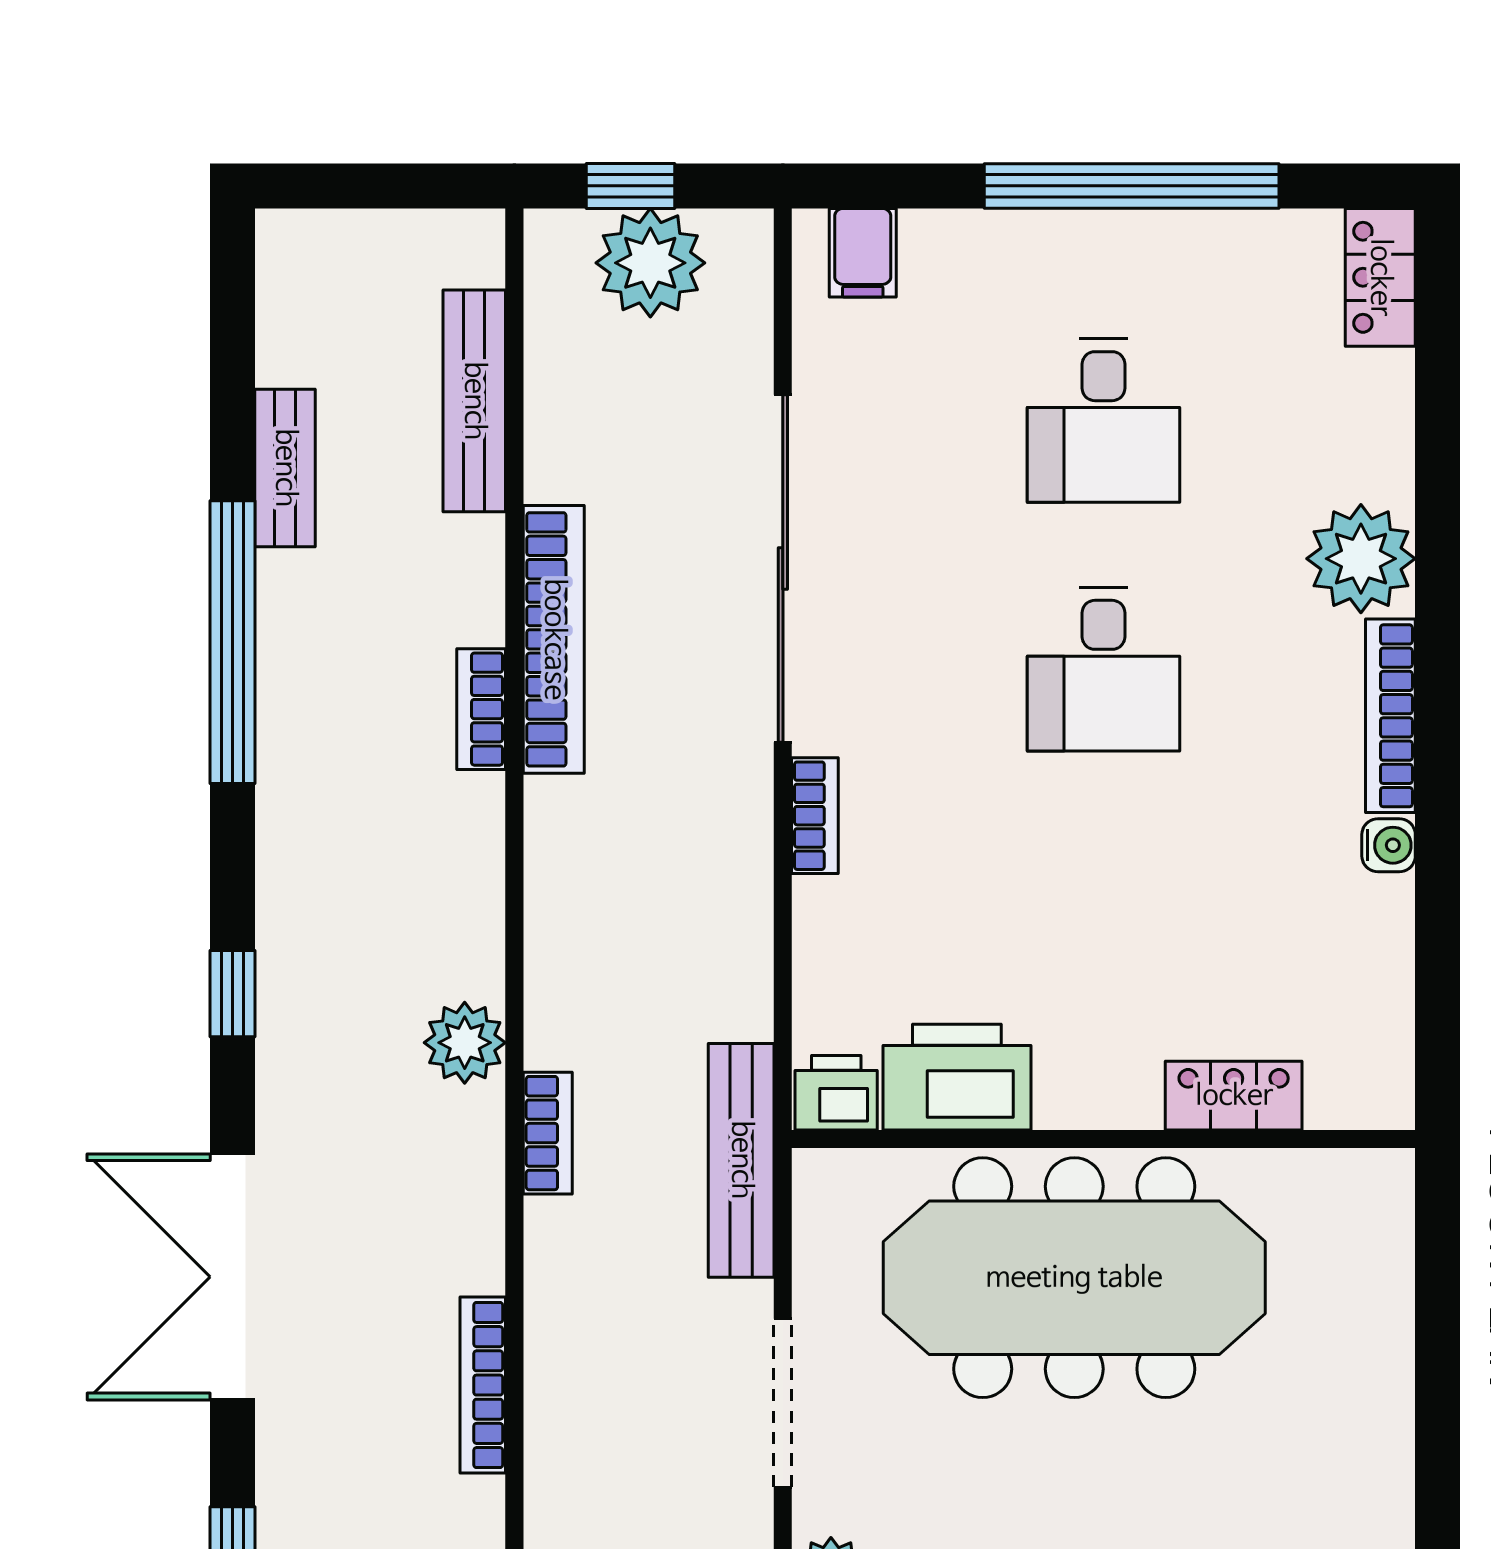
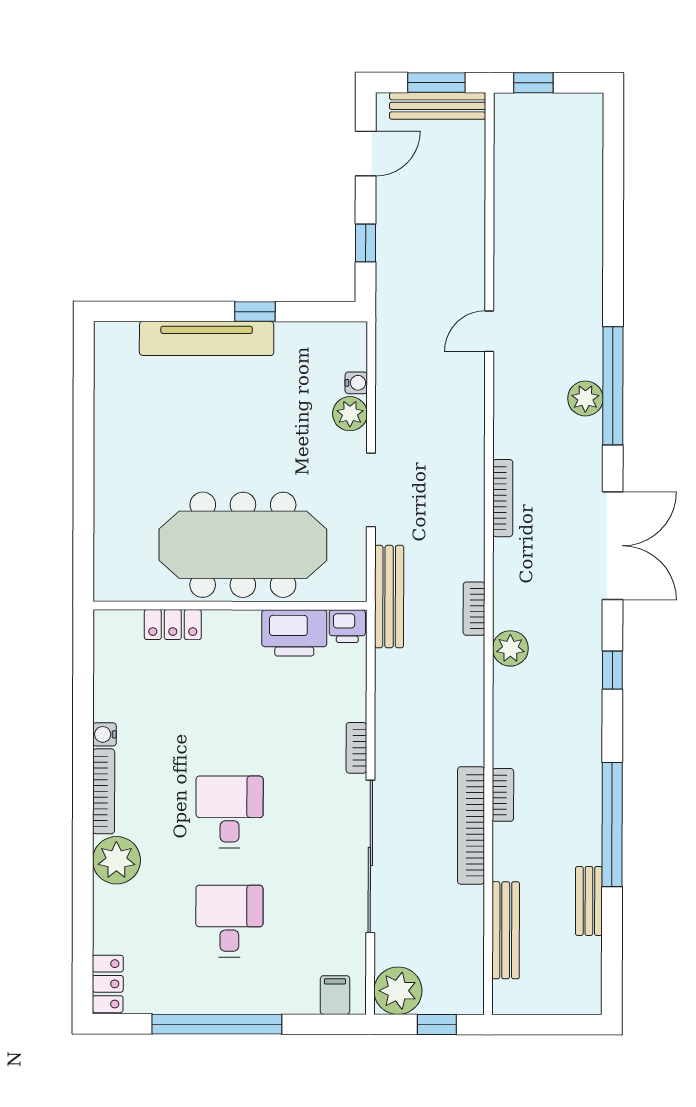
plant: (650, 263) -> (398, 991), moved

